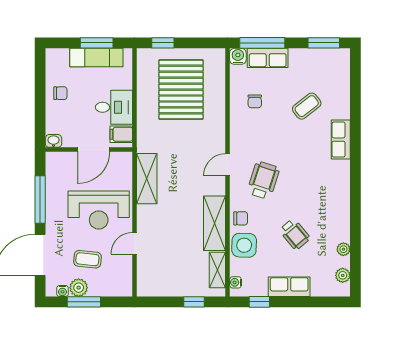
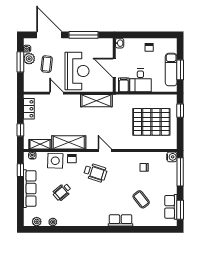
row of seats: (268, 58) -> (171, 207), moved
reception desk: (99, 210) -> (77, 71), turned 180
row of seats: (289, 287) -> (30, 189), width x1.48
locker: (160, 288) -> (29, 109), added

